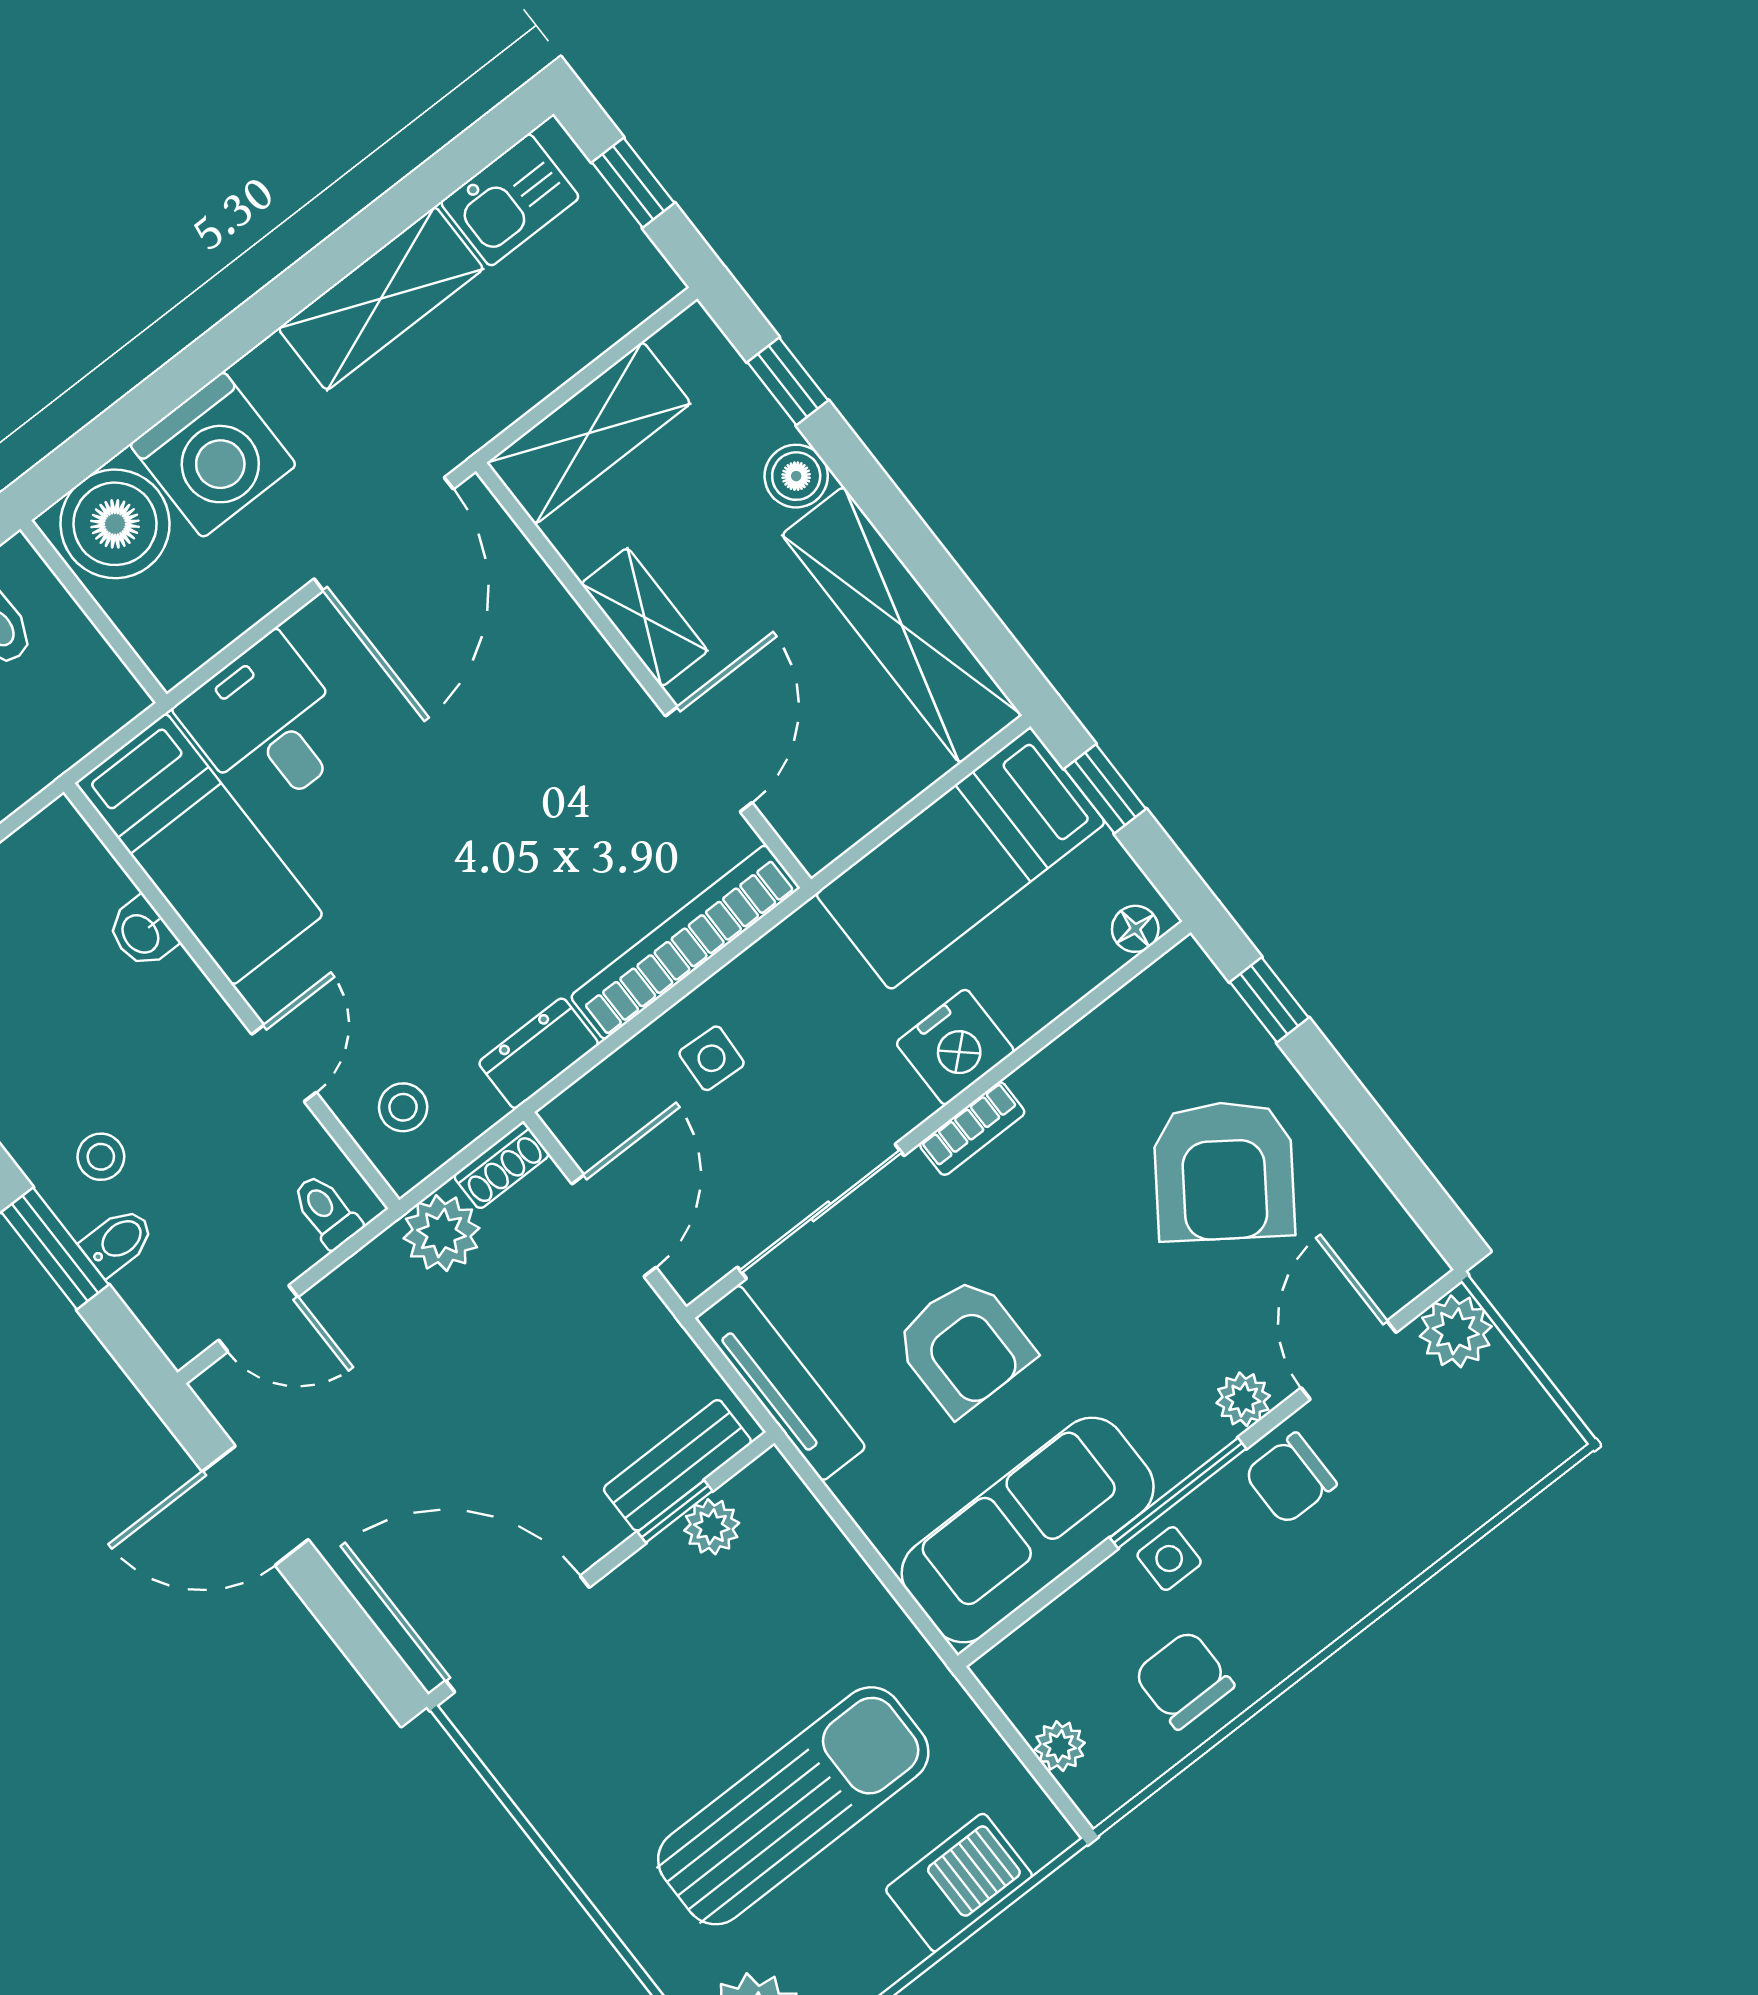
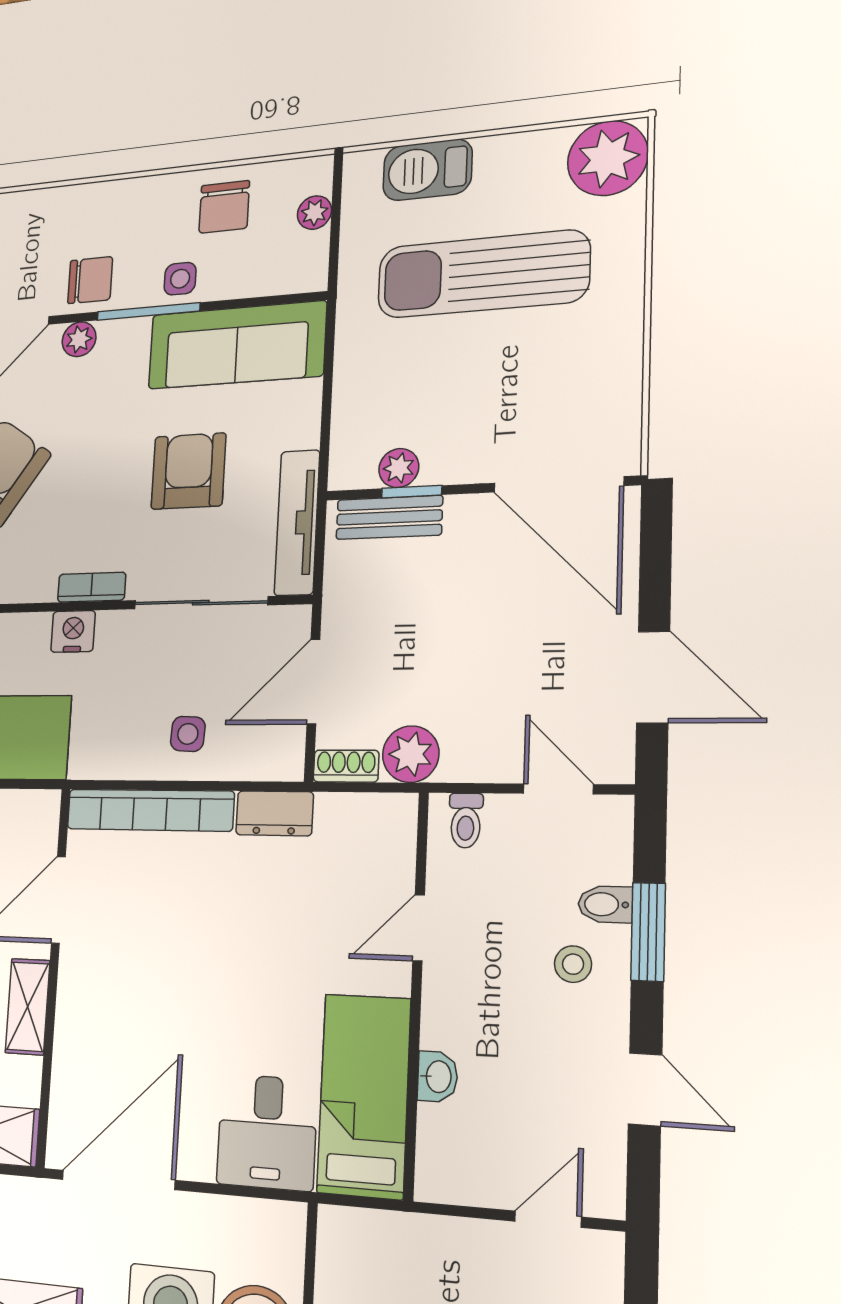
nightstand: (955, 1047) -> (73, 631), width x0.74, depth x0.75
stool: (403, 1107) -> (373, 845), removed

